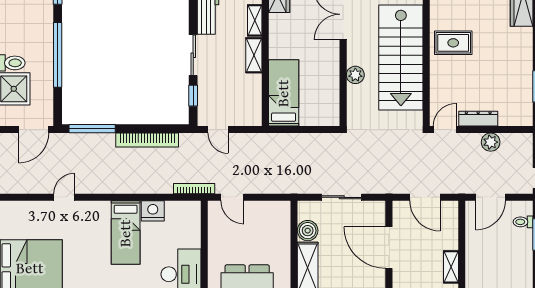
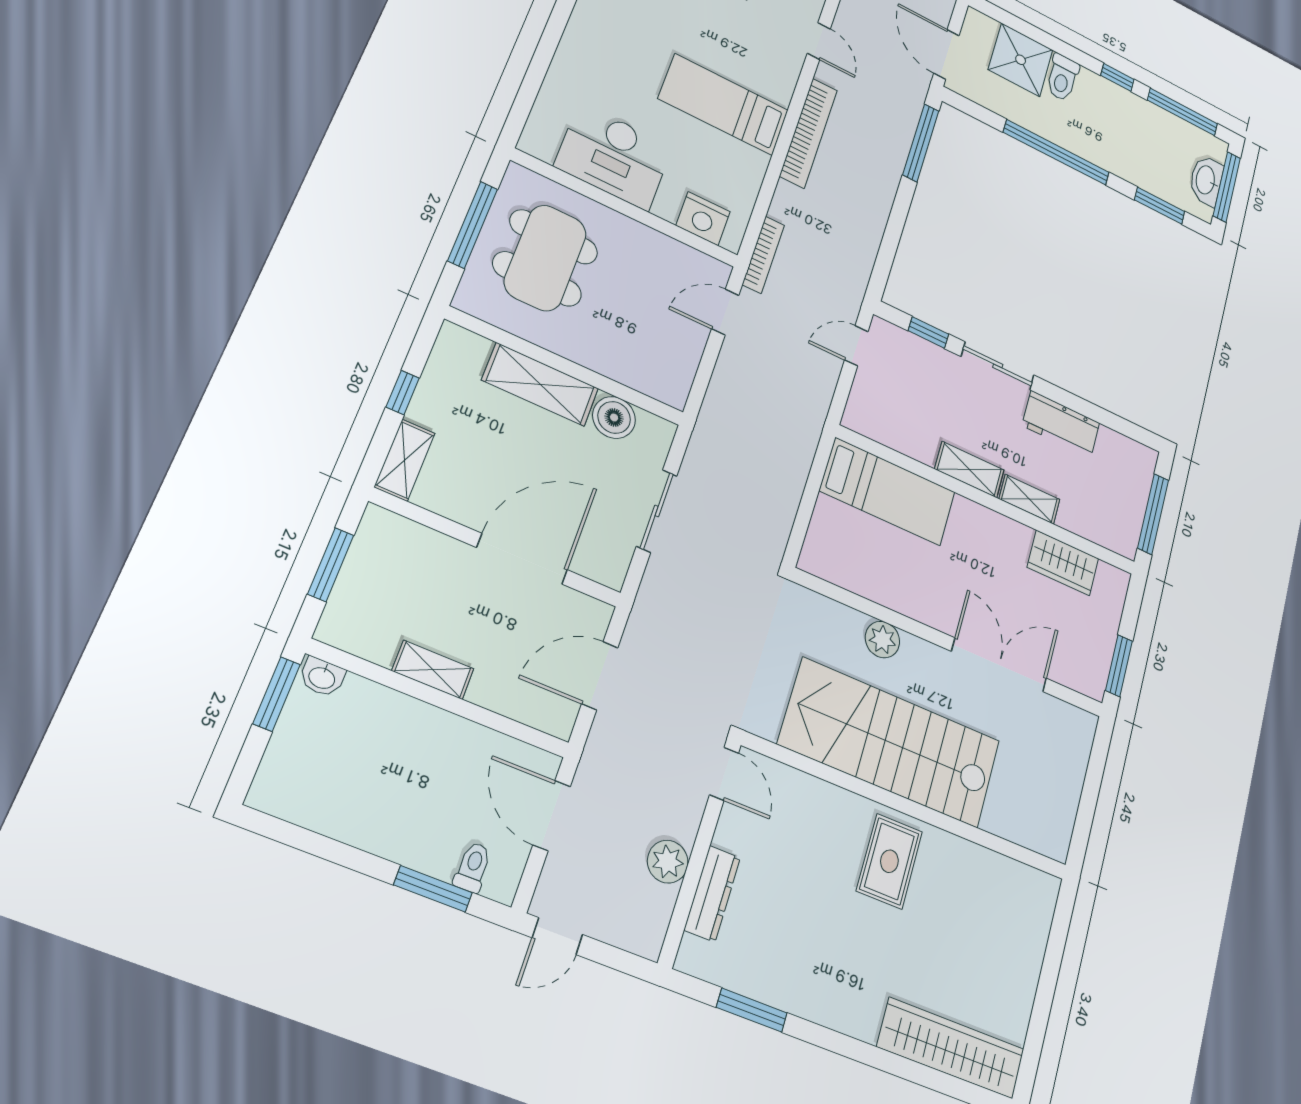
dresser: (478, 119) -> (712, 894), moved
bookcase: (147, 140) -> (808, 133), moved, turned 180
nightstand: (153, 211) -> (703, 219), moved, turned 90

